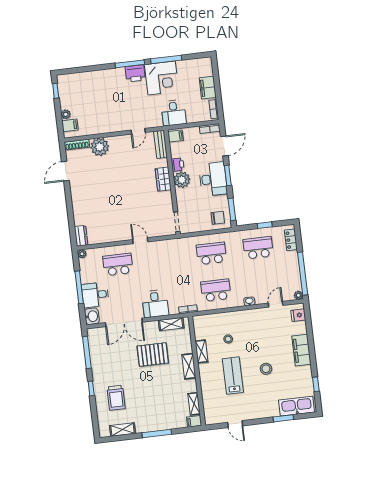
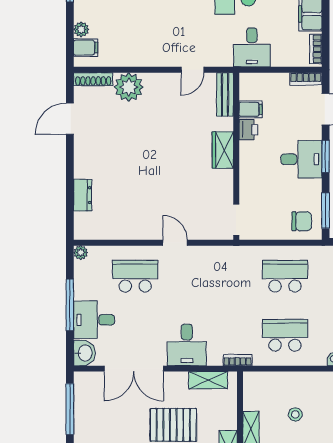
filing cabinet: (176, 136) -> (251, 109), moved
desk: (213, 179) -> (301, 159), width x0.73
plant: (182, 180) -> (252, 154), removed
dresser: (81, 236) -> (83, 195), moved

